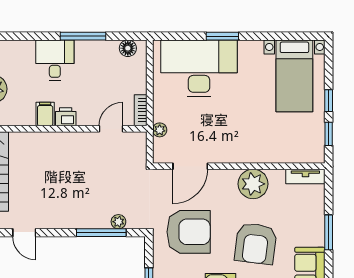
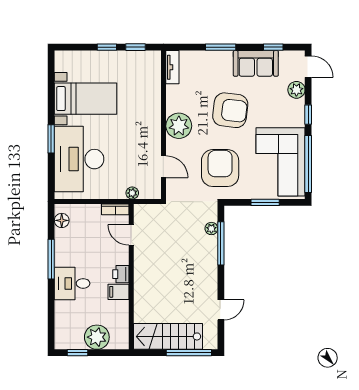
bed with nightstands: (294, 76) -> (86, 99), moved
door: (190, 166) -> (164, 167), width x0.73
plant: (253, 184) -> (179, 126), moved

